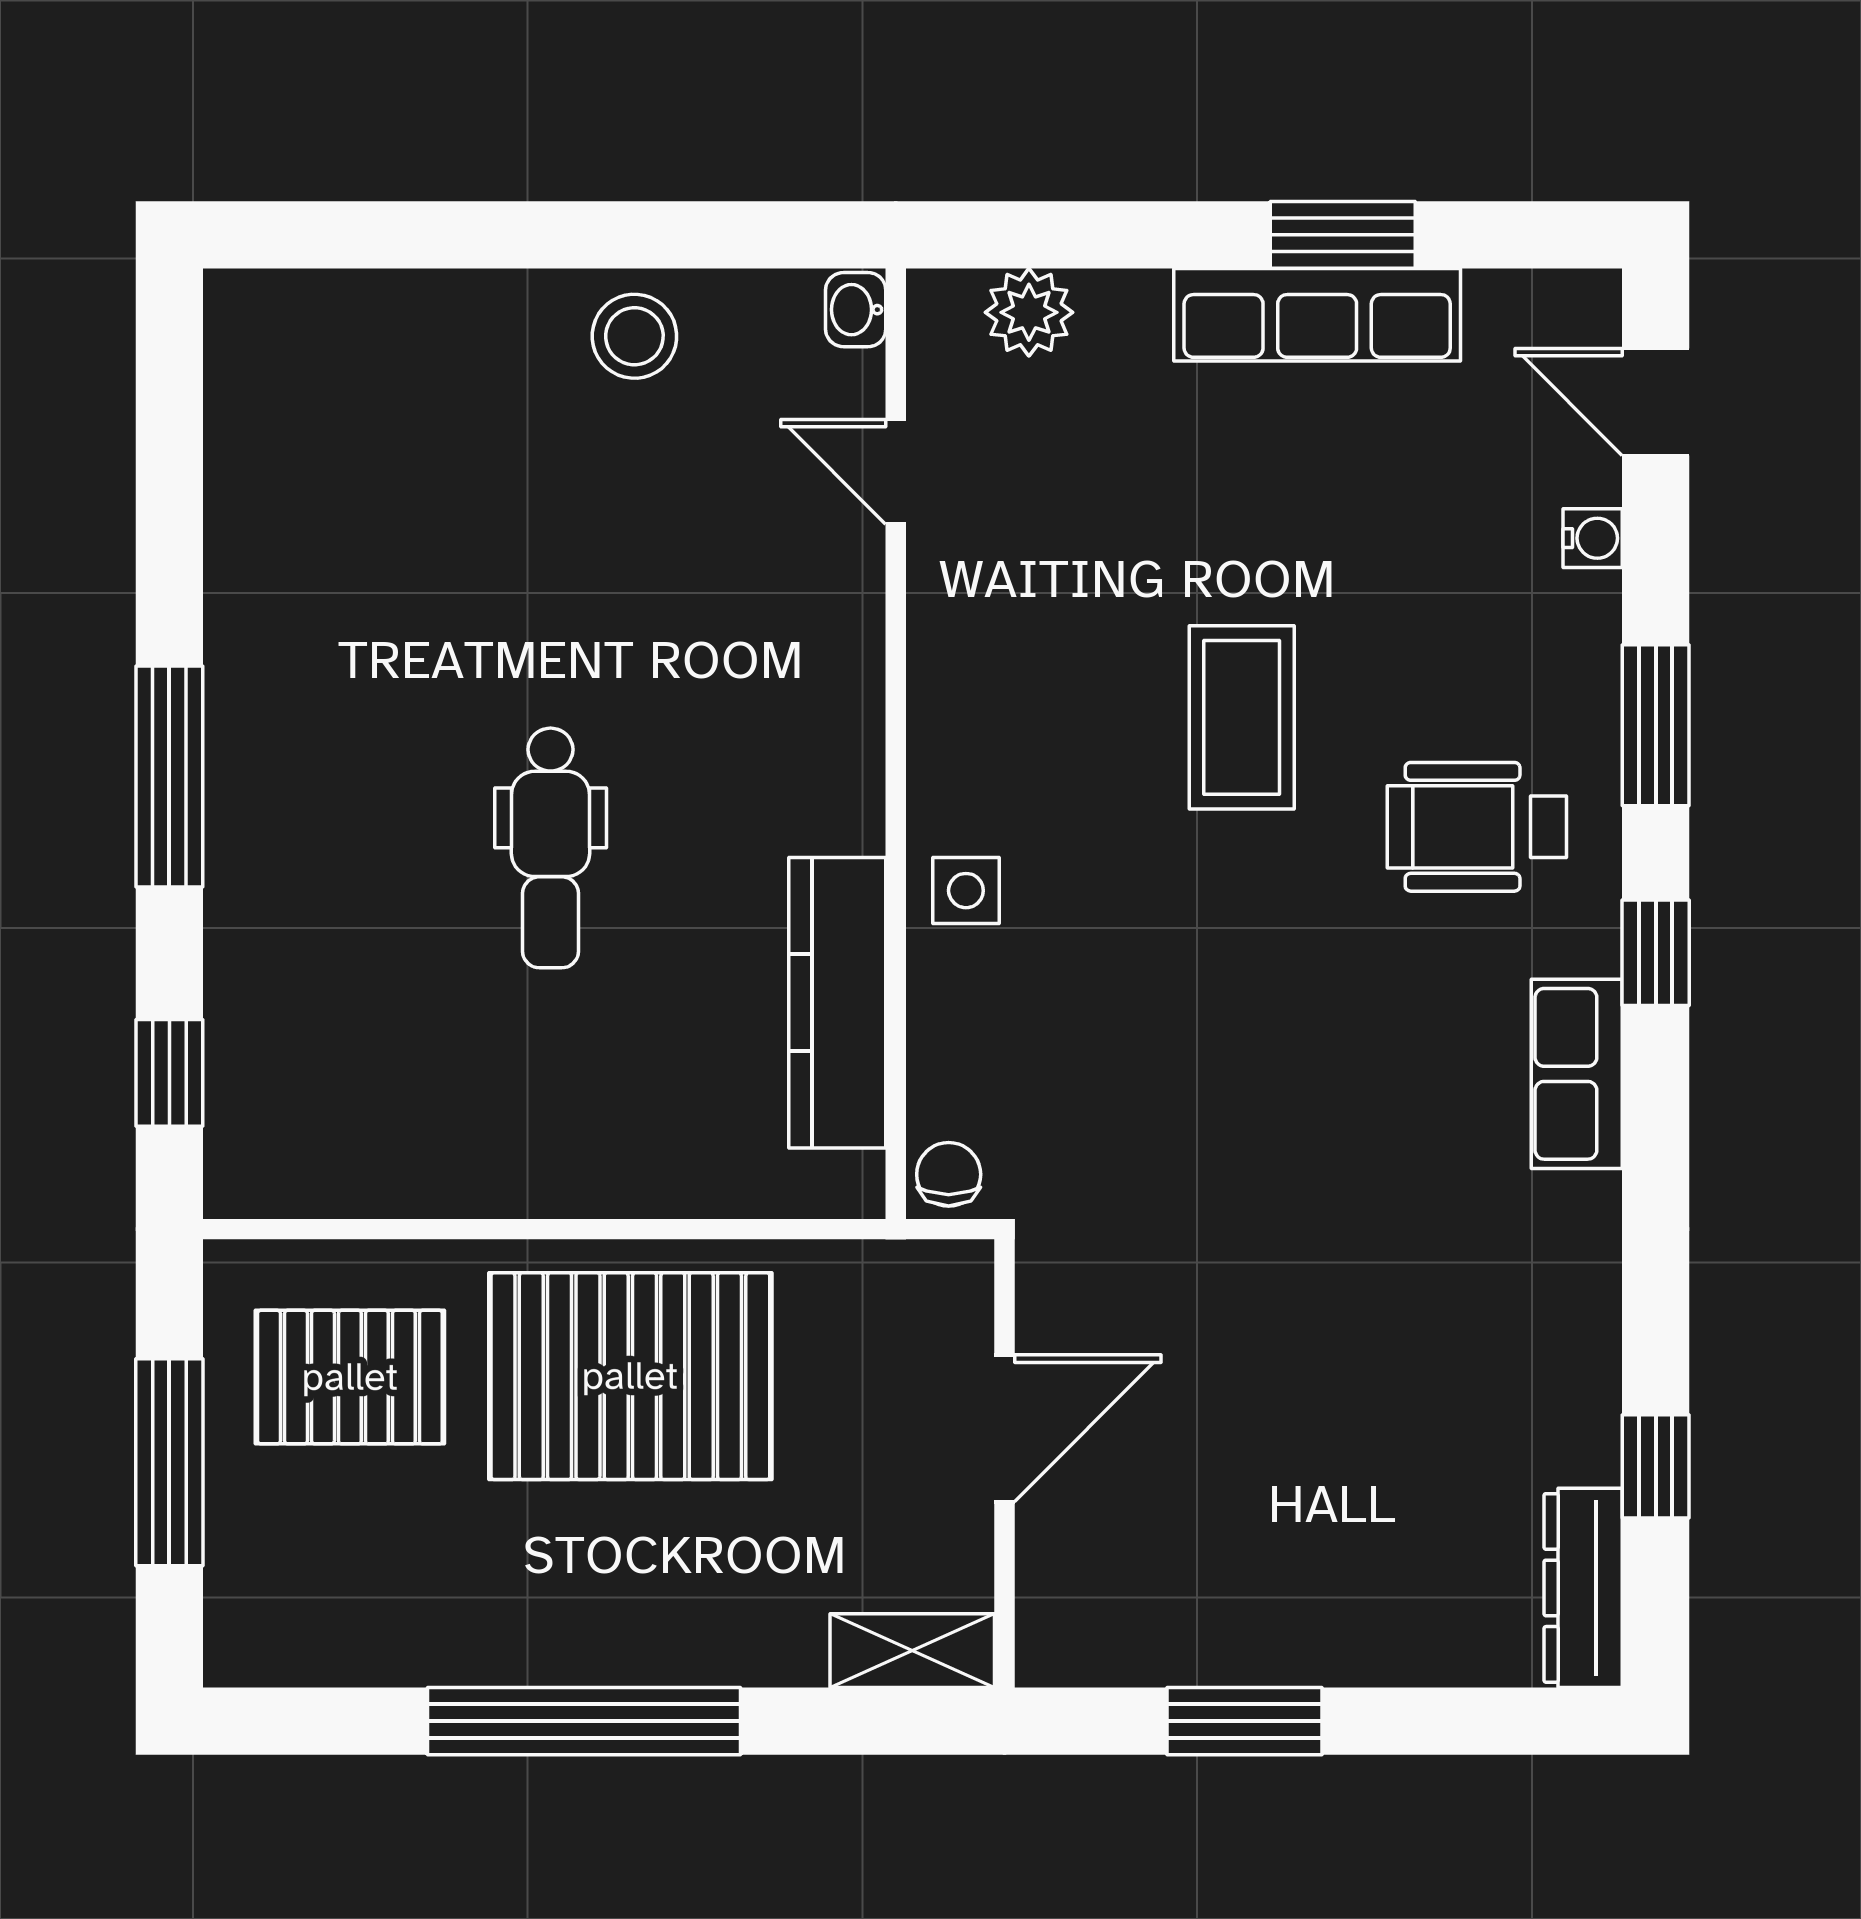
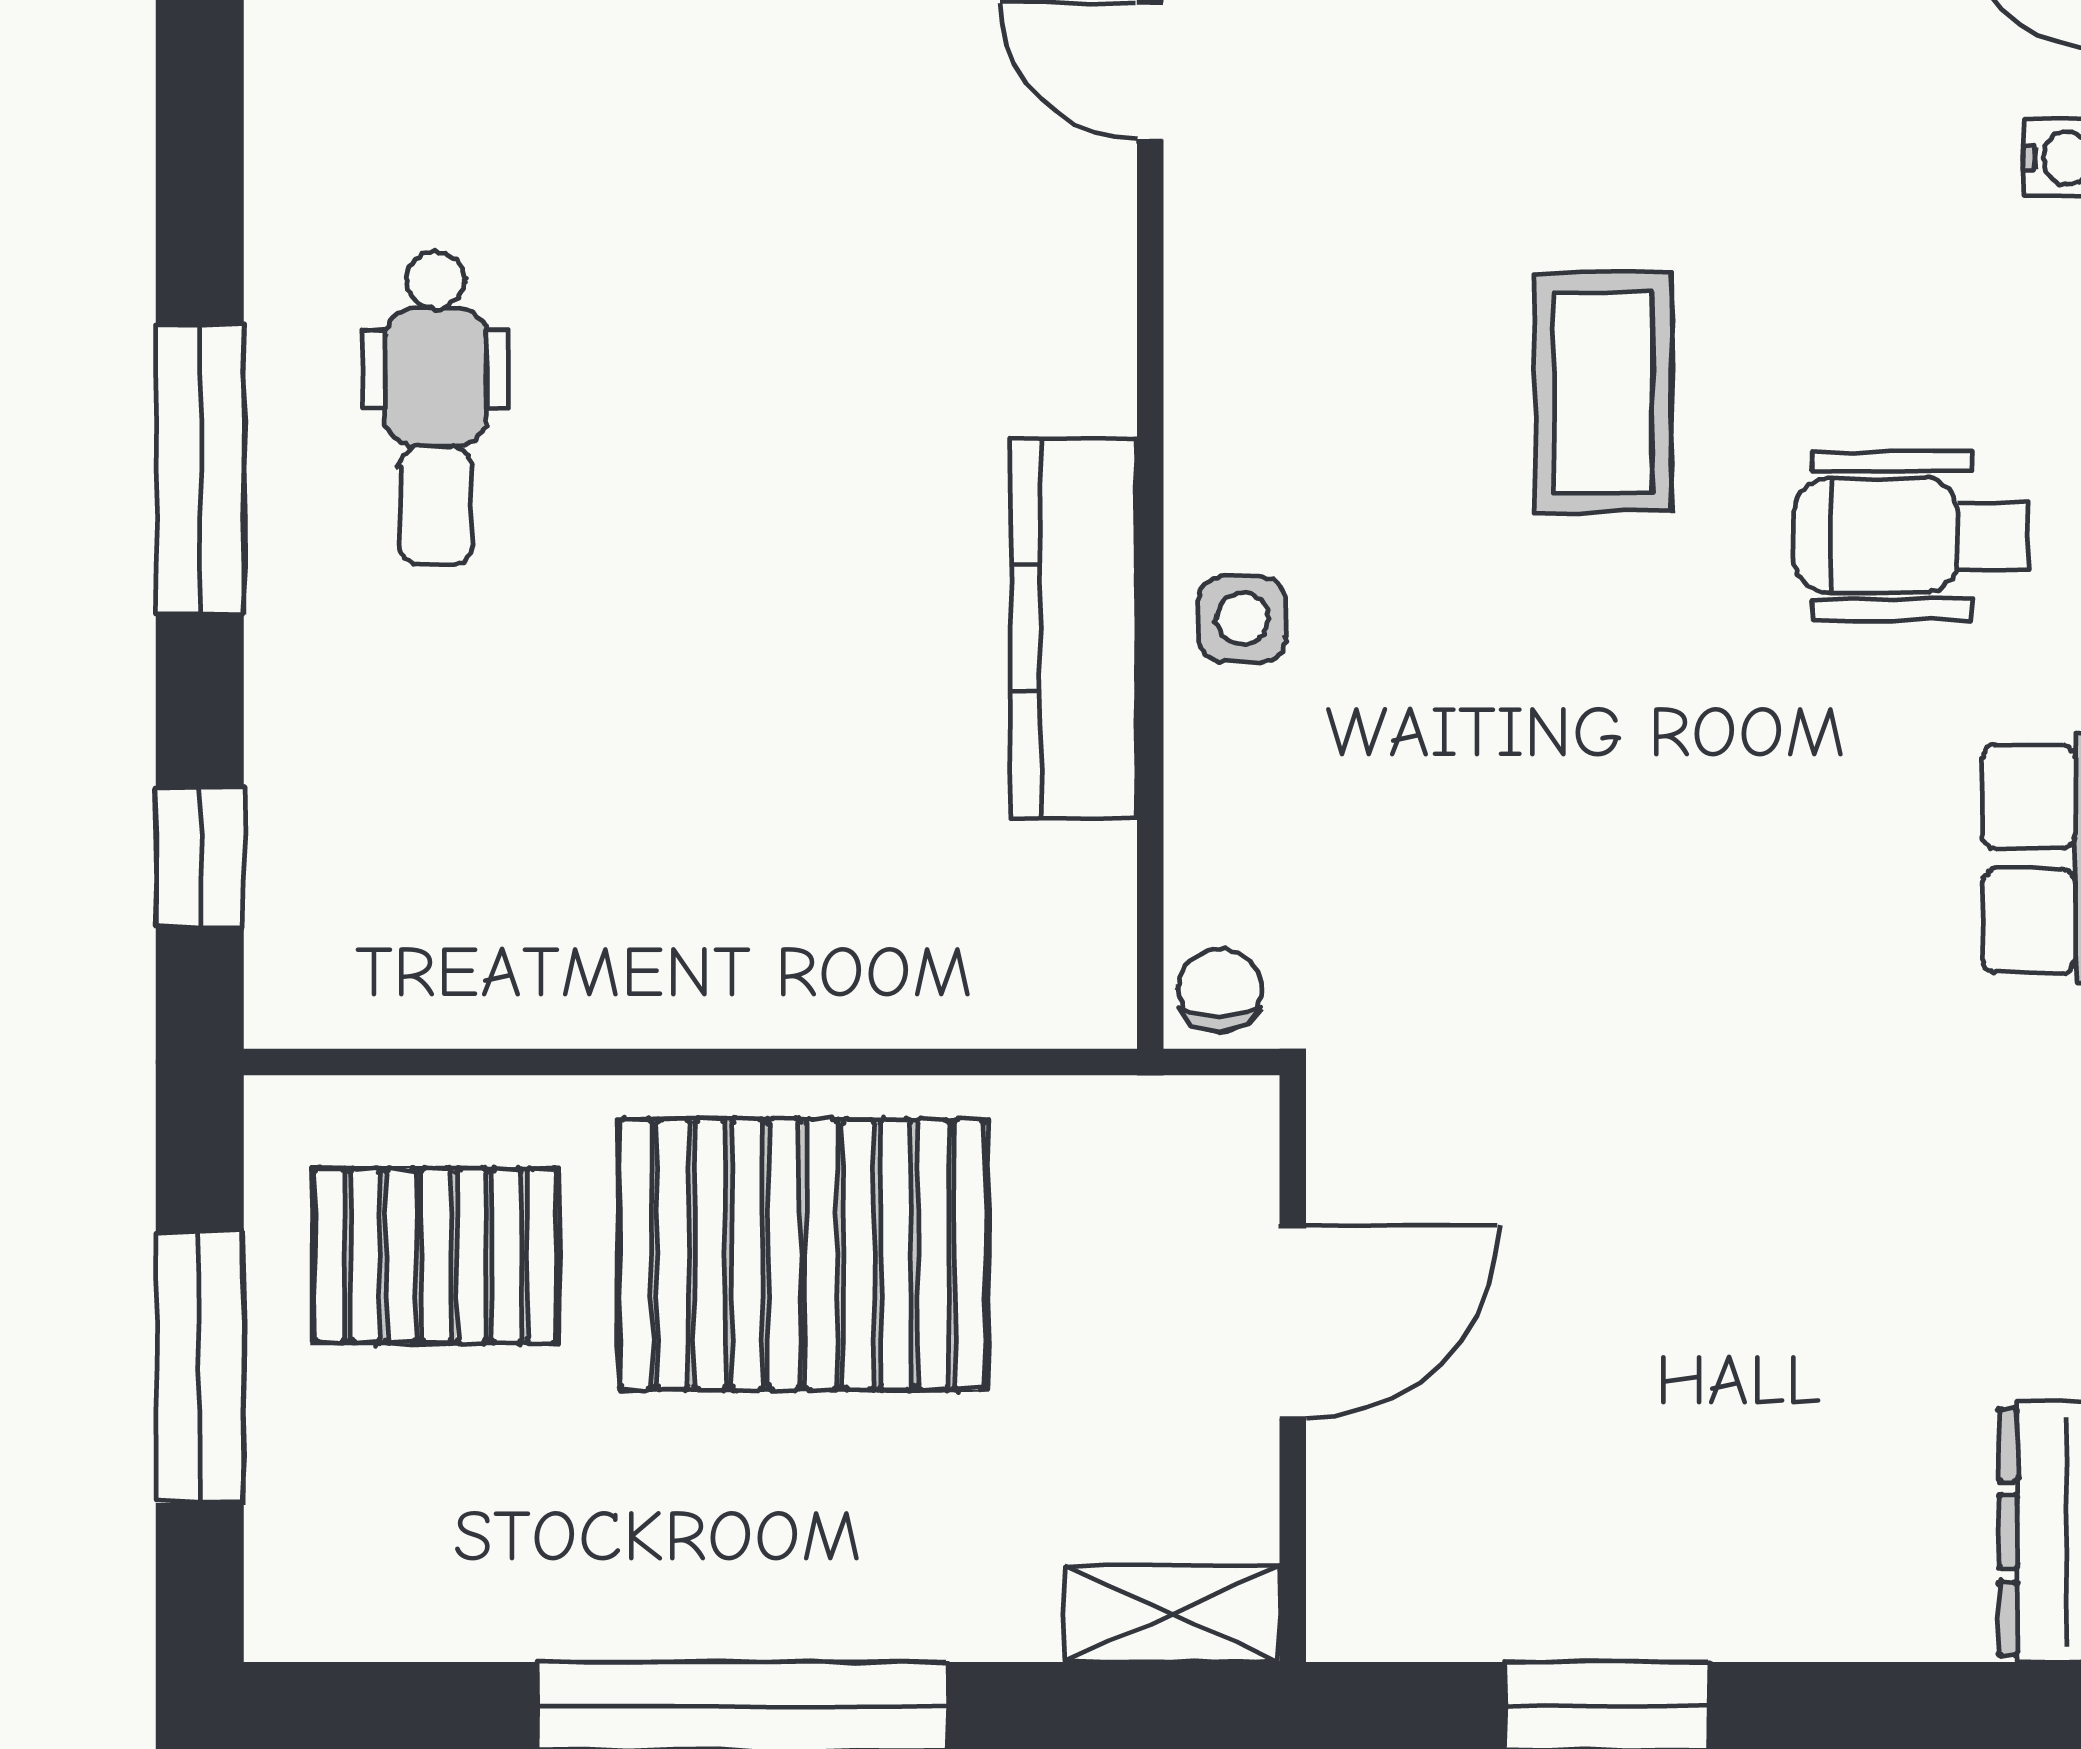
dental chair: (551, 848) -> (436, 409), moved
kitchen counter: (837, 1003) -> (1074, 628), moved

